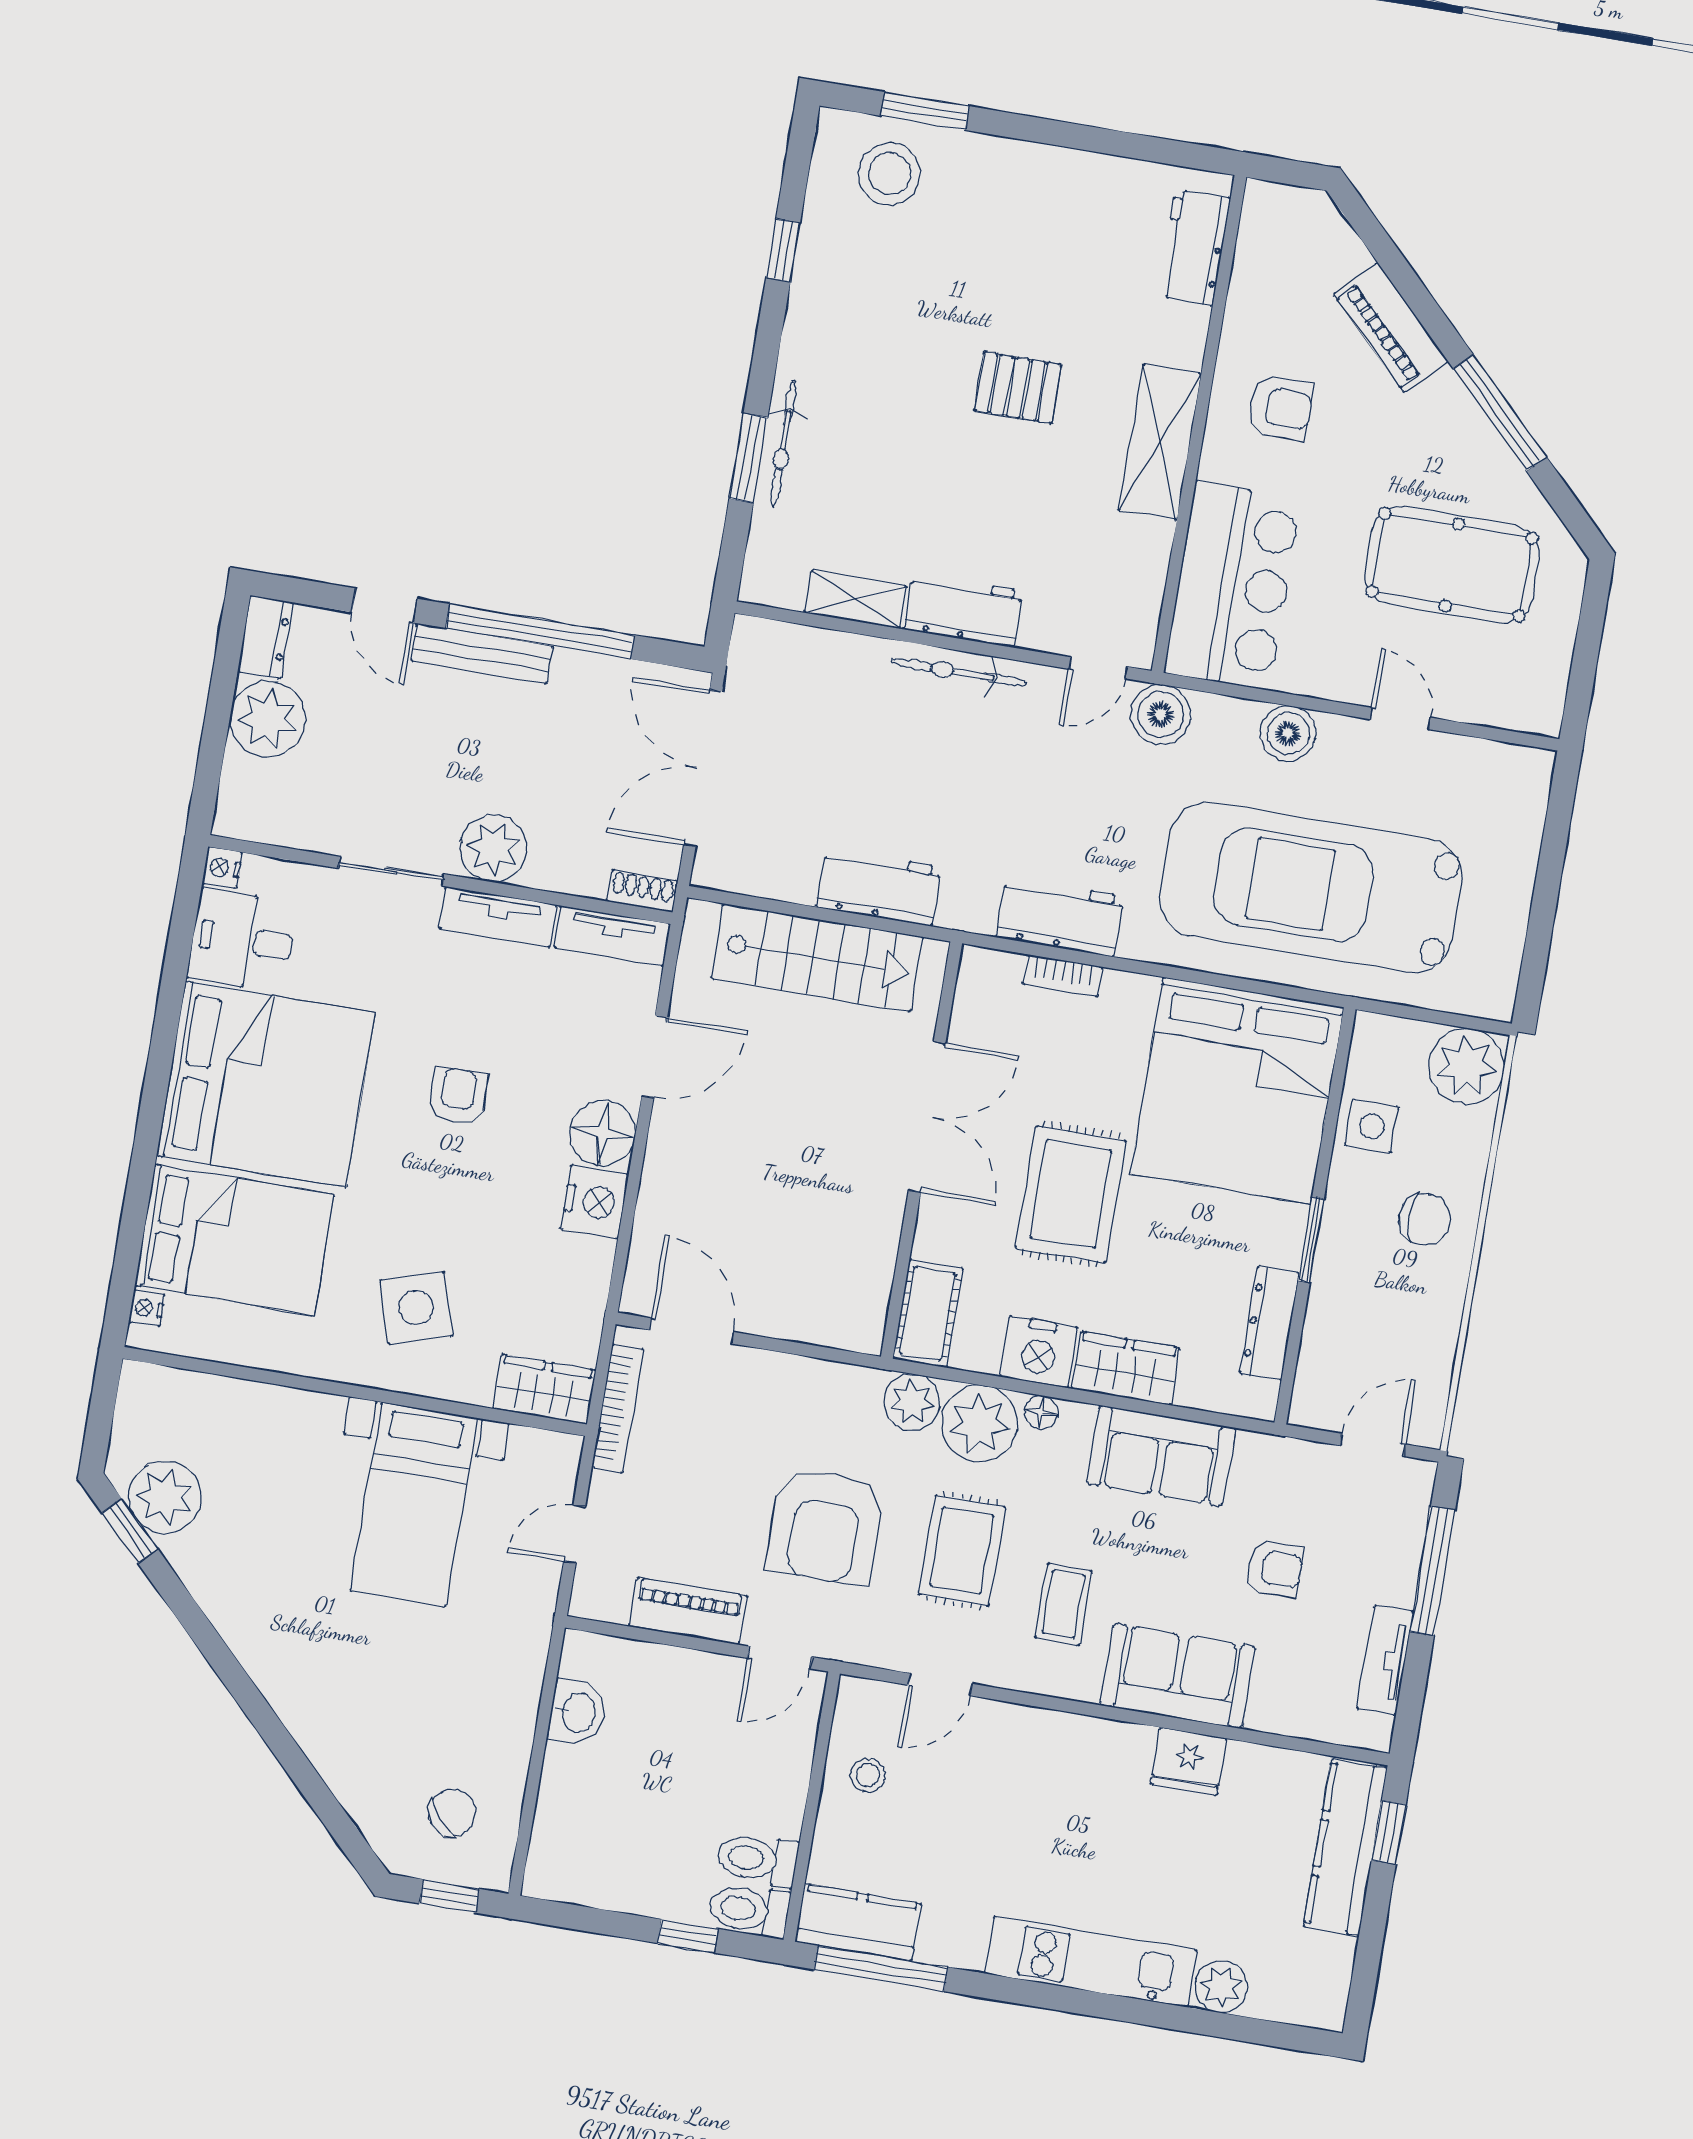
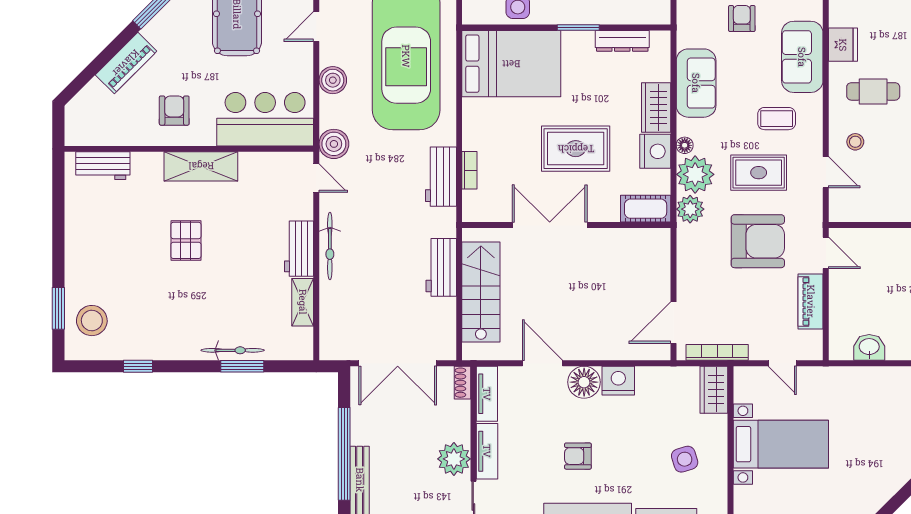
bed: (1237, 1090) -> (511, 64), width x0.73
side table: (416, 1308) -> (685, 459), width x0.73, depth x0.73
stool: (868, 1775) -> (855, 142), moved
cafe table: (1085, 1806) -> (873, 91), added

